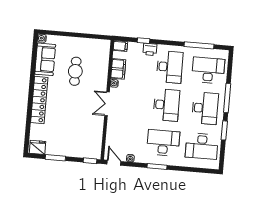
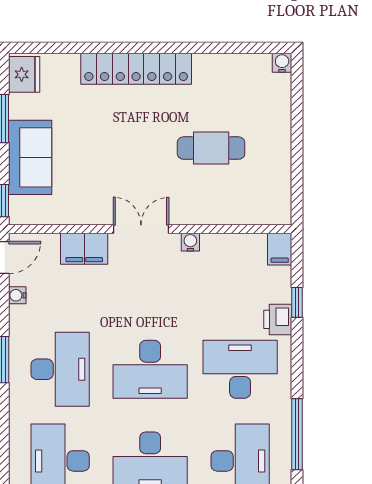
sofa: (45, 59) -> (30, 157), moved, turned -90
desk: (170, 67) -> (240, 369), turned 180
filing cabinet: (118, 69) -> (84, 249), moved

